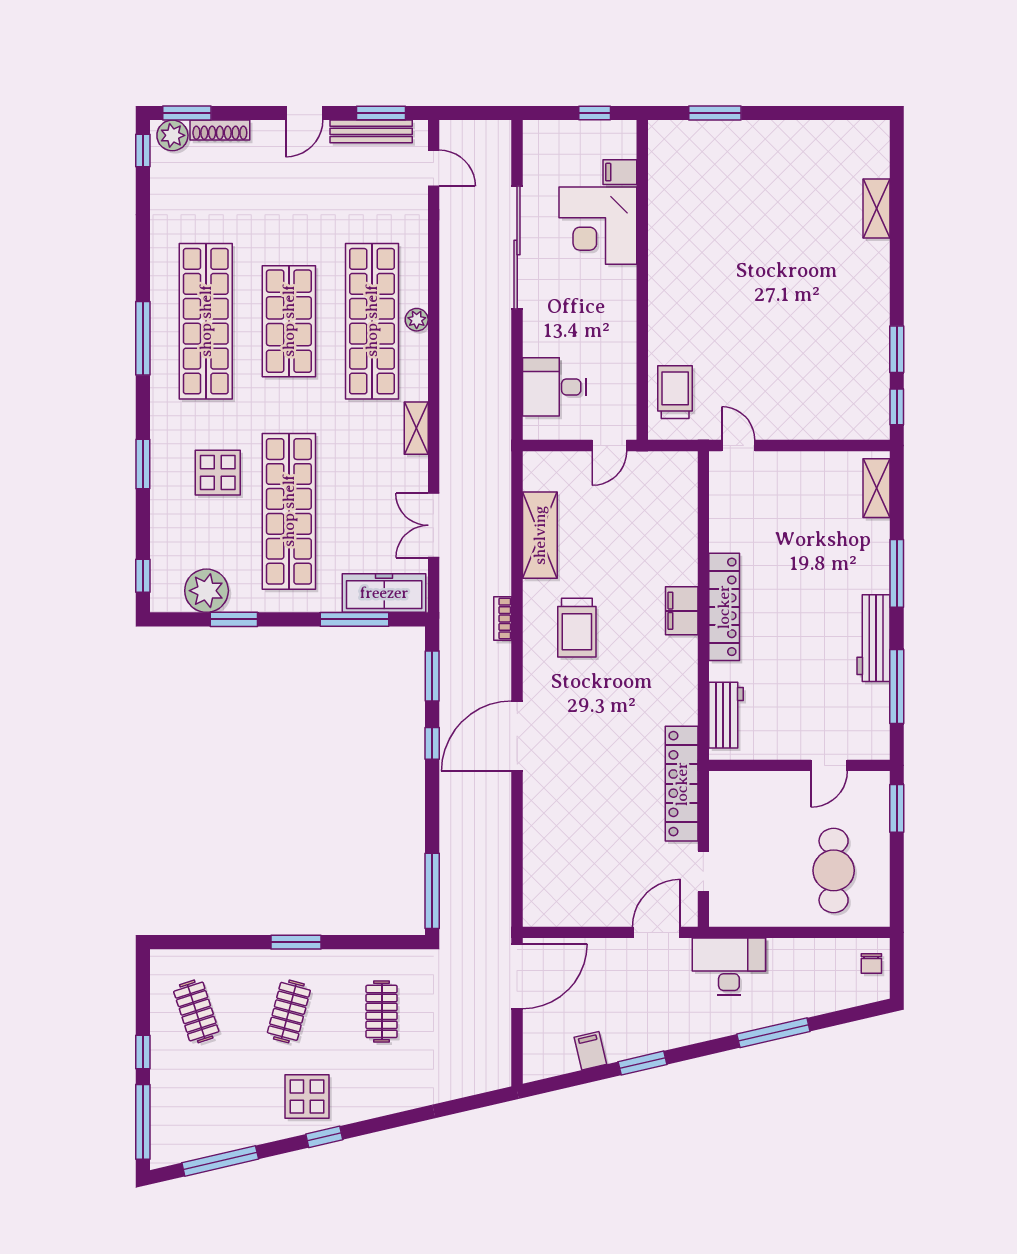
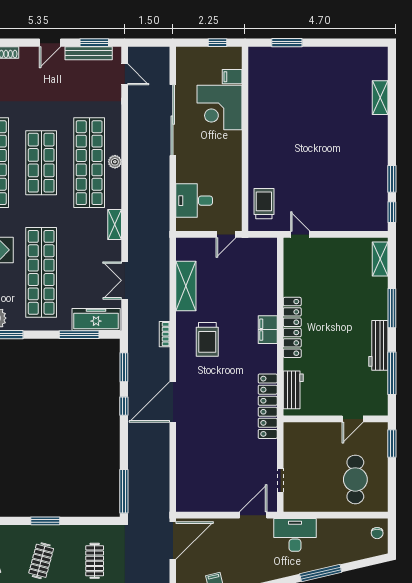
locker: (682, 784) -> (268, 406), moved

